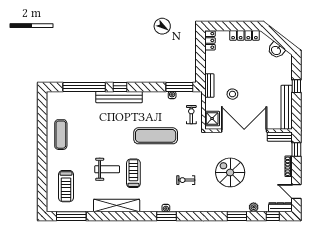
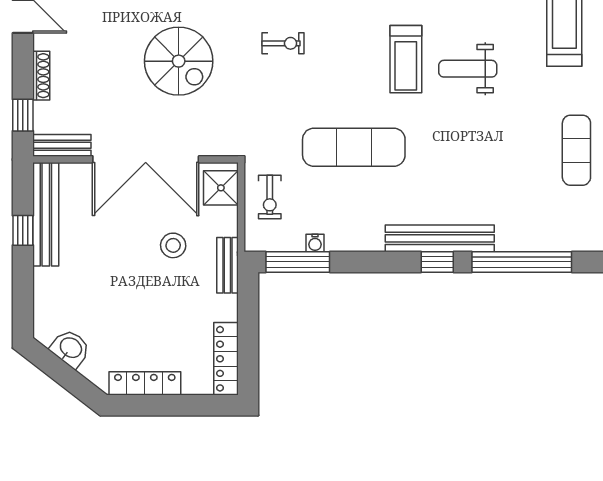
locker: (210, 40) -> (226, 359), width x1.53
window: (296, 86) -> (23, 230), moved

